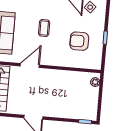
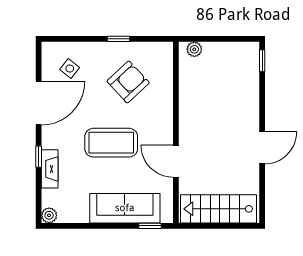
coffee table: (44, 28) -> (111, 143), width x1.86, depth x1.72
armchair: (79, 41) -> (128, 82), turned -133

